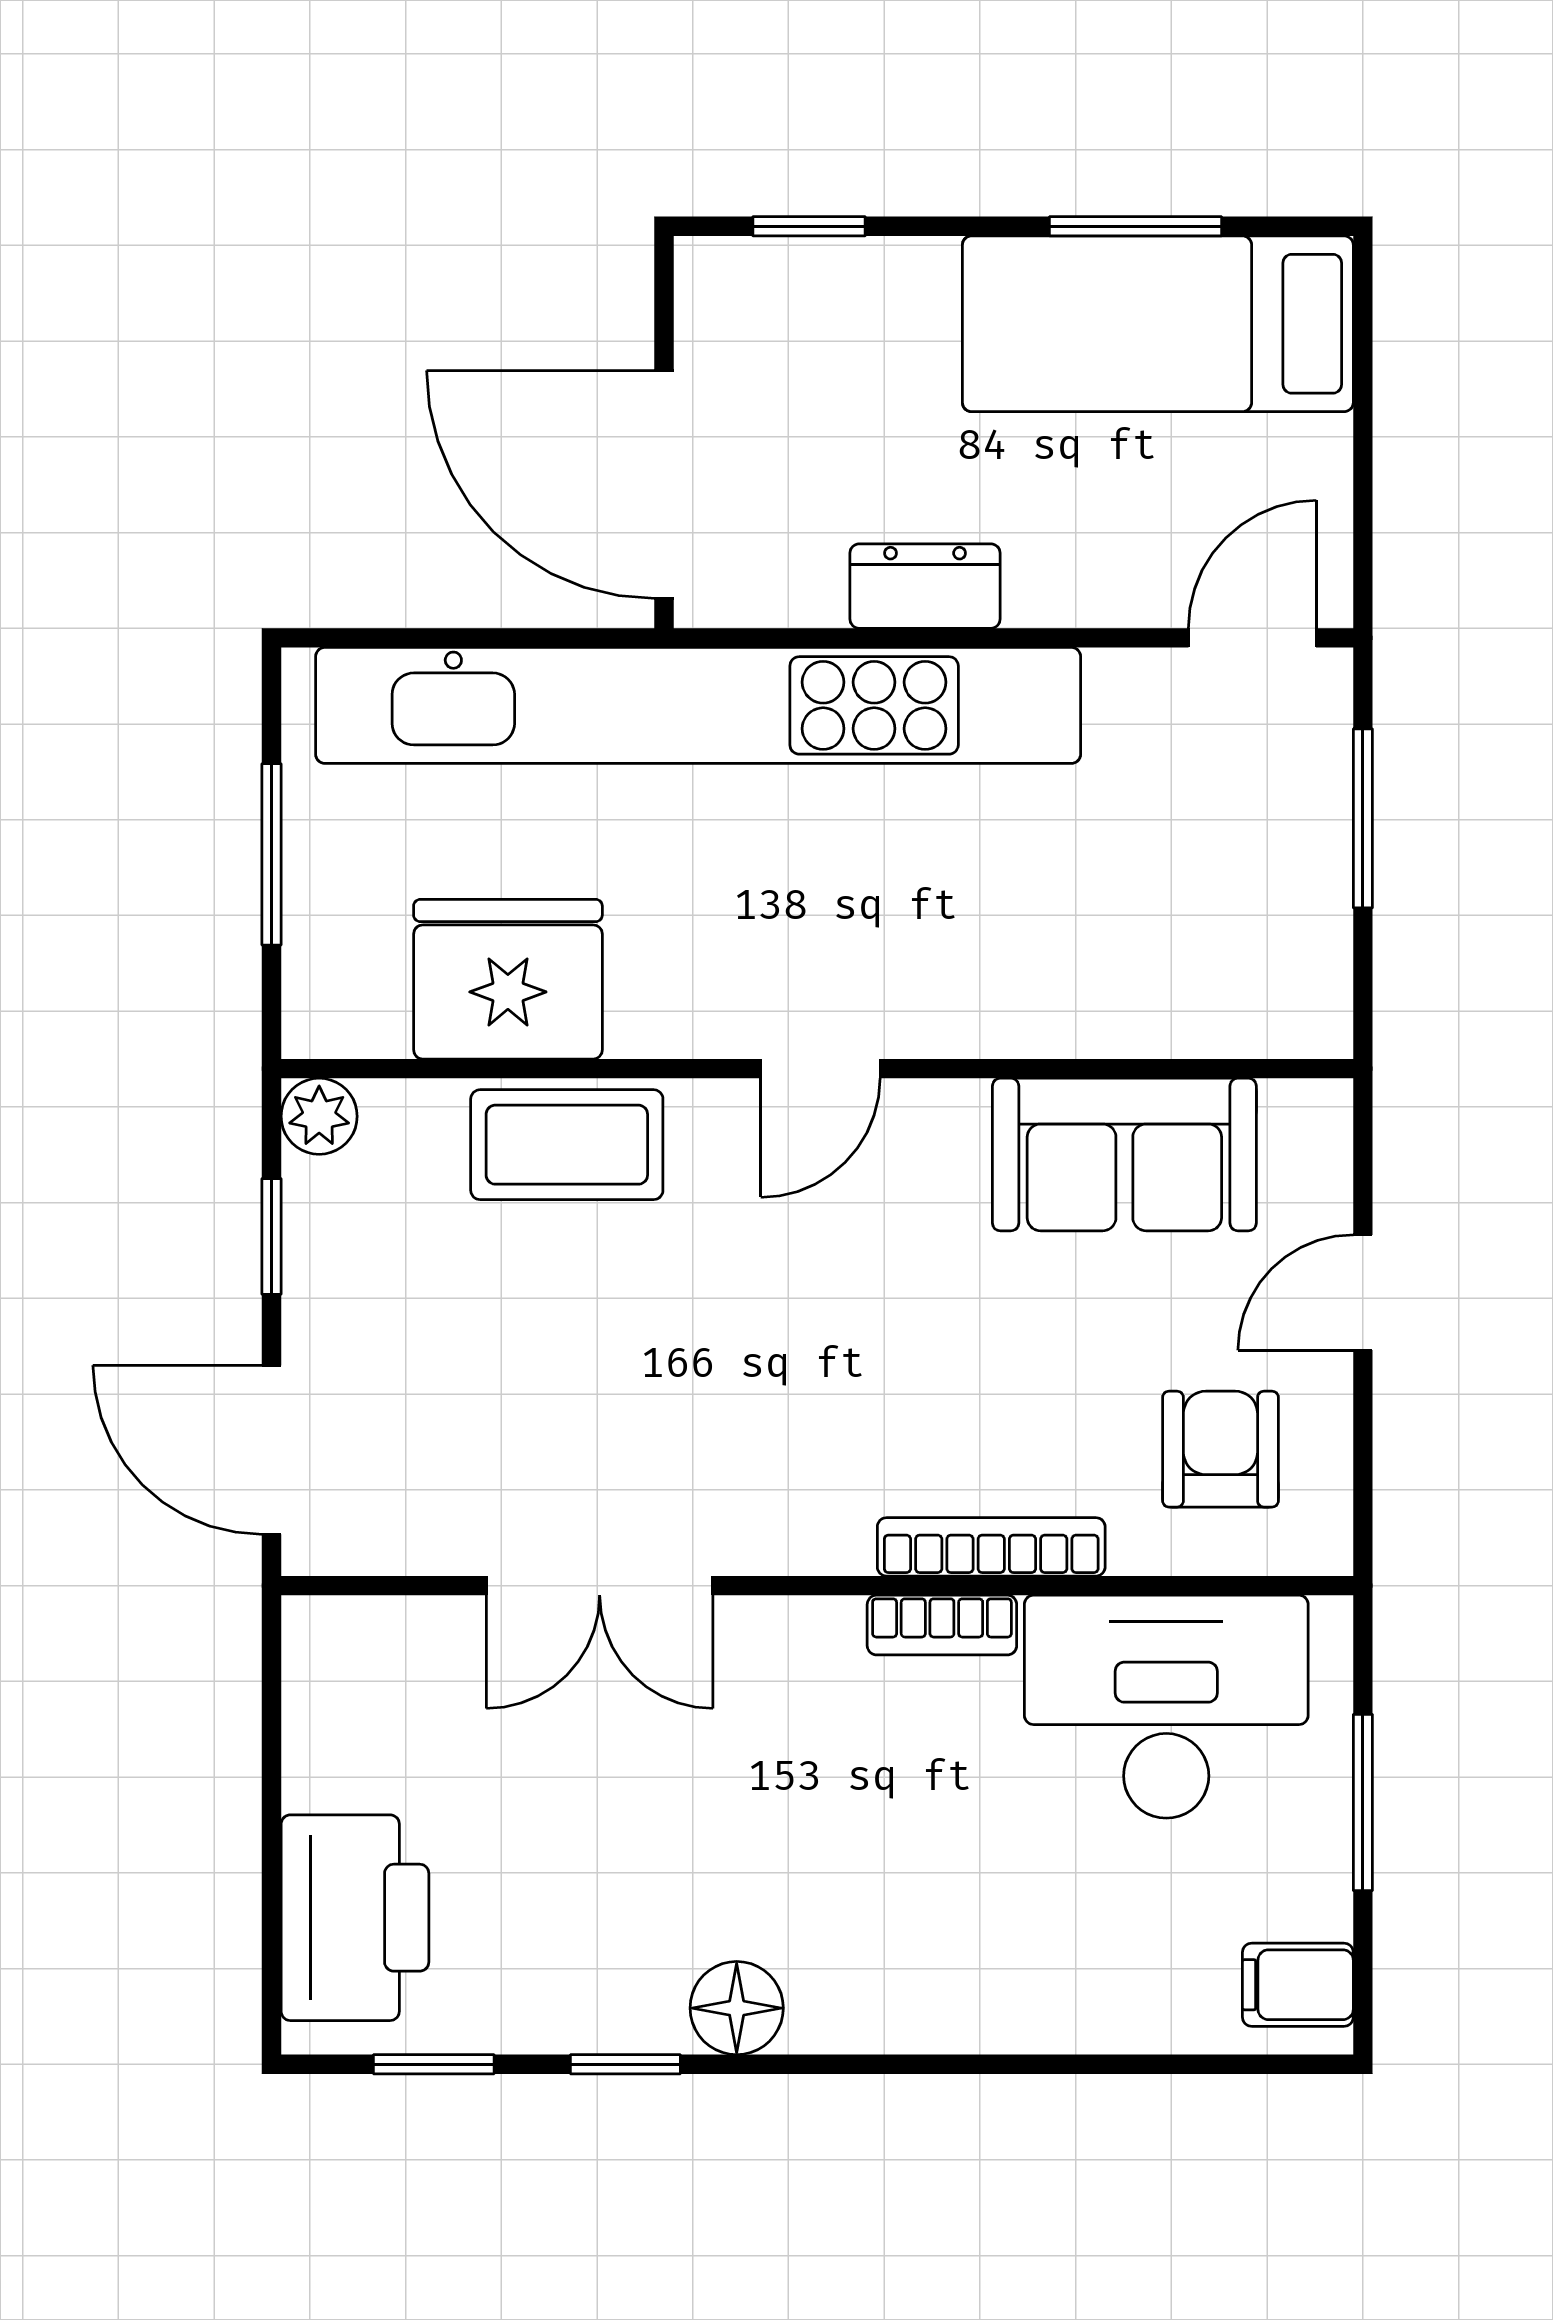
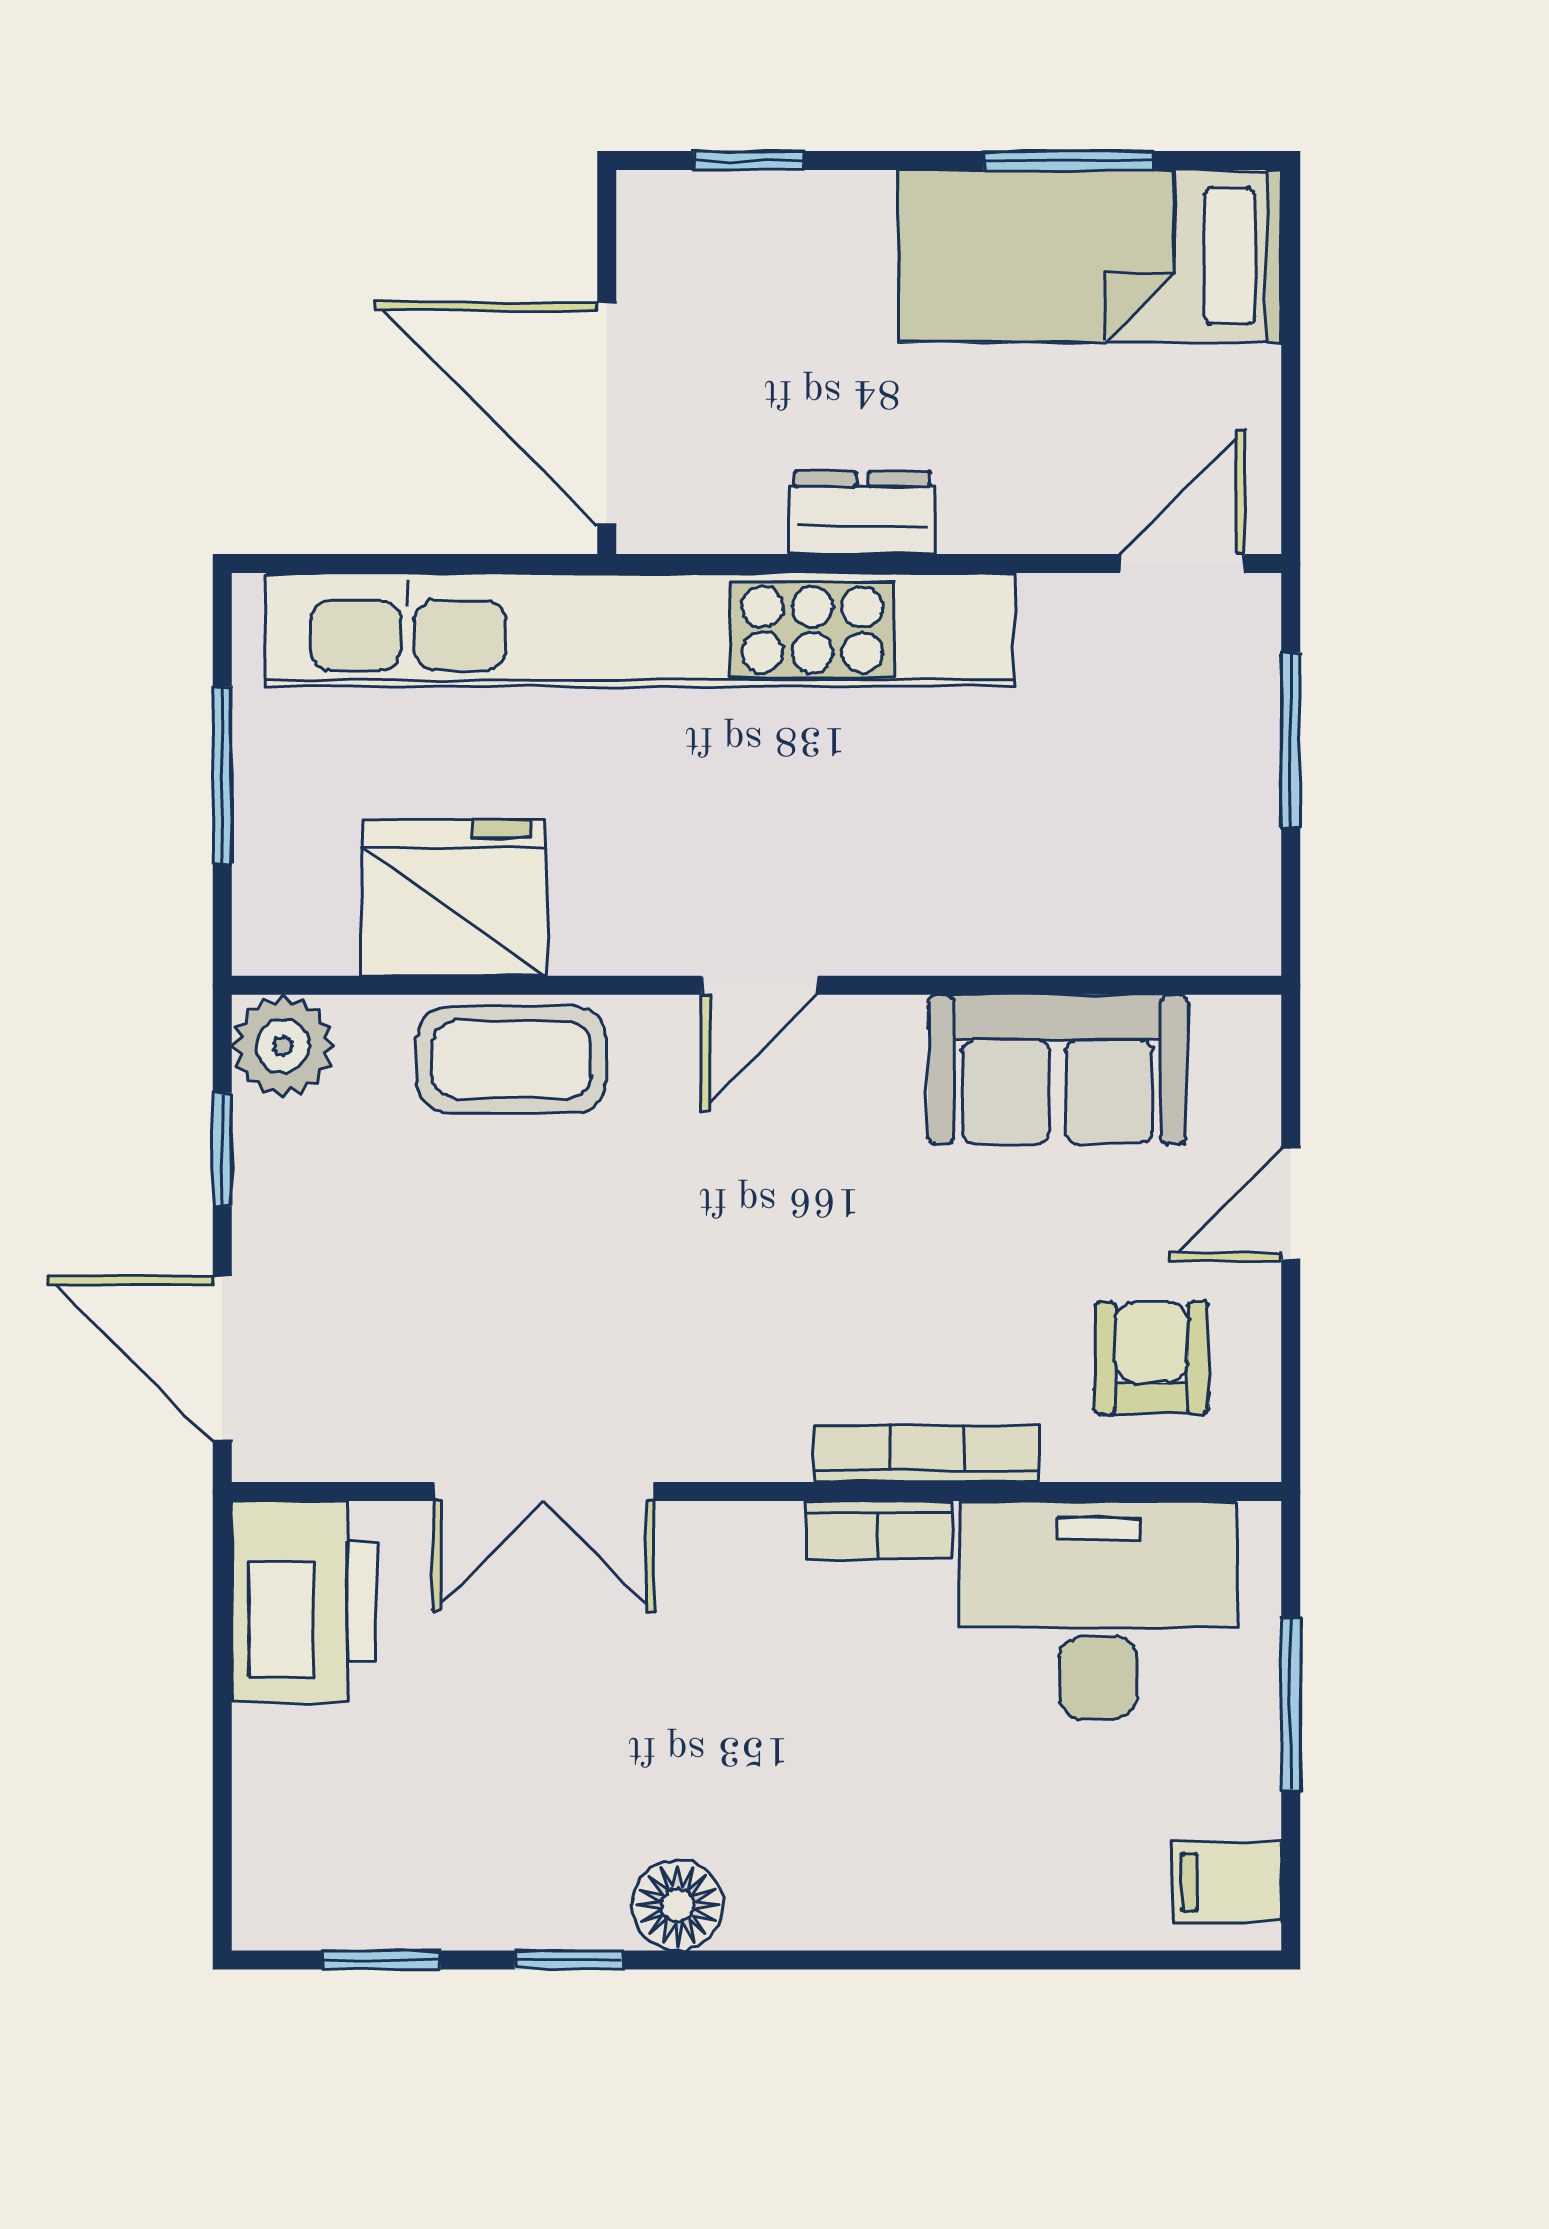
plant: (319, 1116) -> (283, 1046), width x1.38, depth x1.38
printer: (355, 1918) -> (304, 1602), moved

